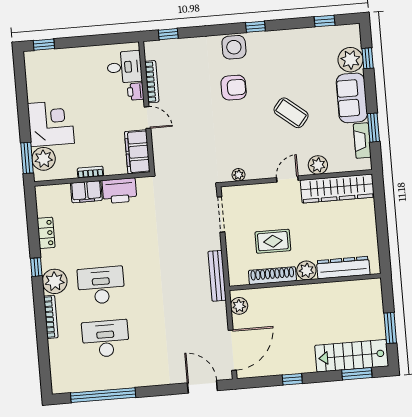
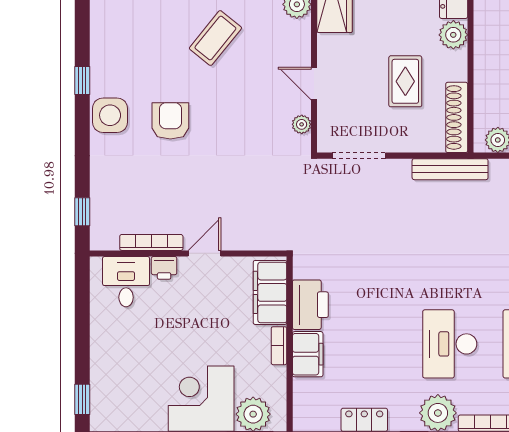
filing cabinet: (137, 152) -> (270, 292), moved, turned 90
door: (287, 179) -> (314, 84), moved
shoe rack: (272, 276) -> (457, 117), moved

